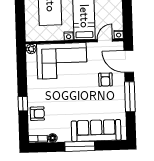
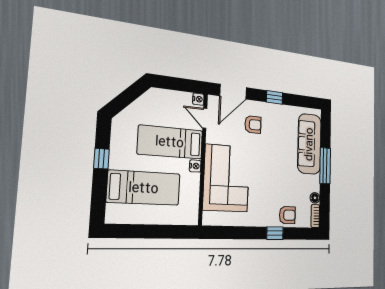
plant: (31, 49) -> (208, 218), removed
window: (130, 97) -> (275, 97), width x0.46
armchair: (37, 114) -> (287, 215), turned 90

